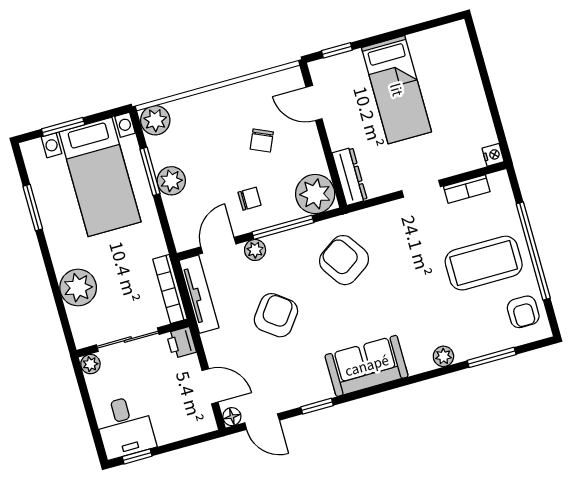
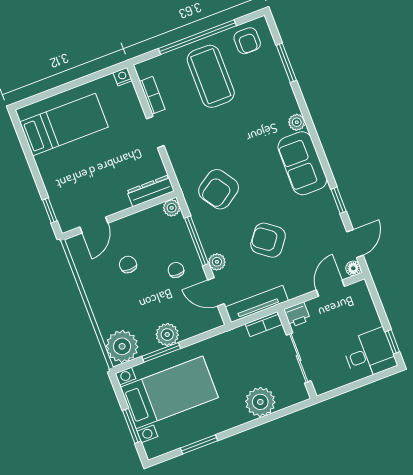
bed: (396, 90) -> (64, 125), moved
plant: (155, 120) -> (122, 346), width x1.36, depth x1.36
chair: (262, 140) -> (128, 265), turned -114
plant: (315, 194) -> (172, 208), width x0.53, depth x0.53
bookcase: (170, 289) -> (264, 324), width x0.64
armchair: (523, 312) -> (247, 41), turned 90
plant: (443, 356) -> (297, 122), moved
plant: (90, 364) -> (321, 386), removed

